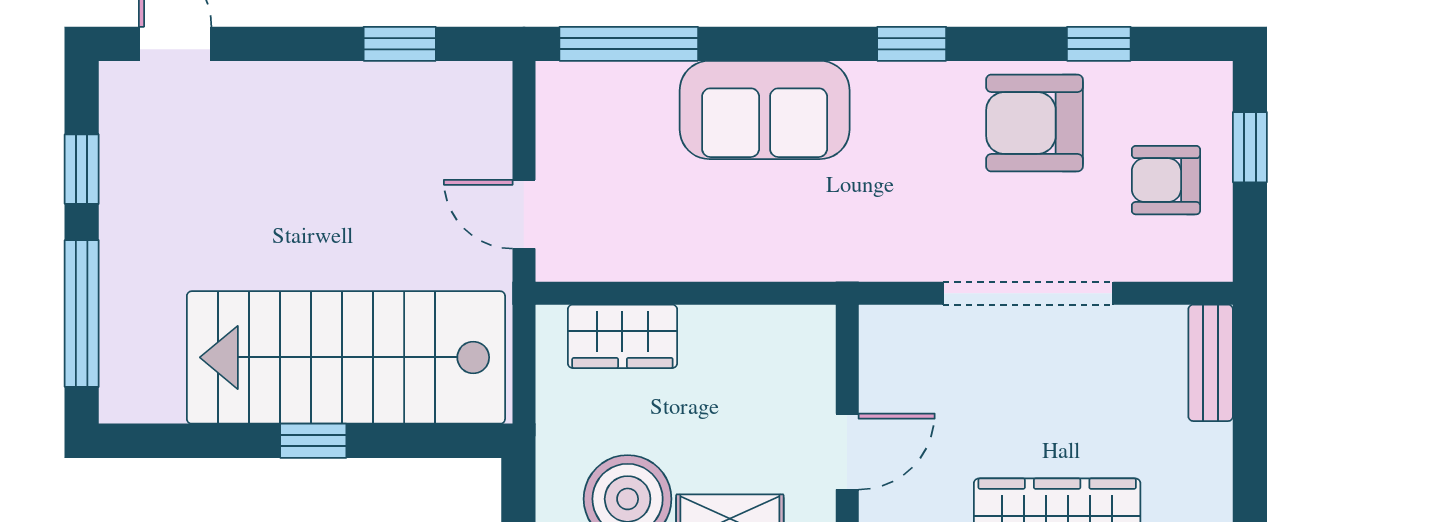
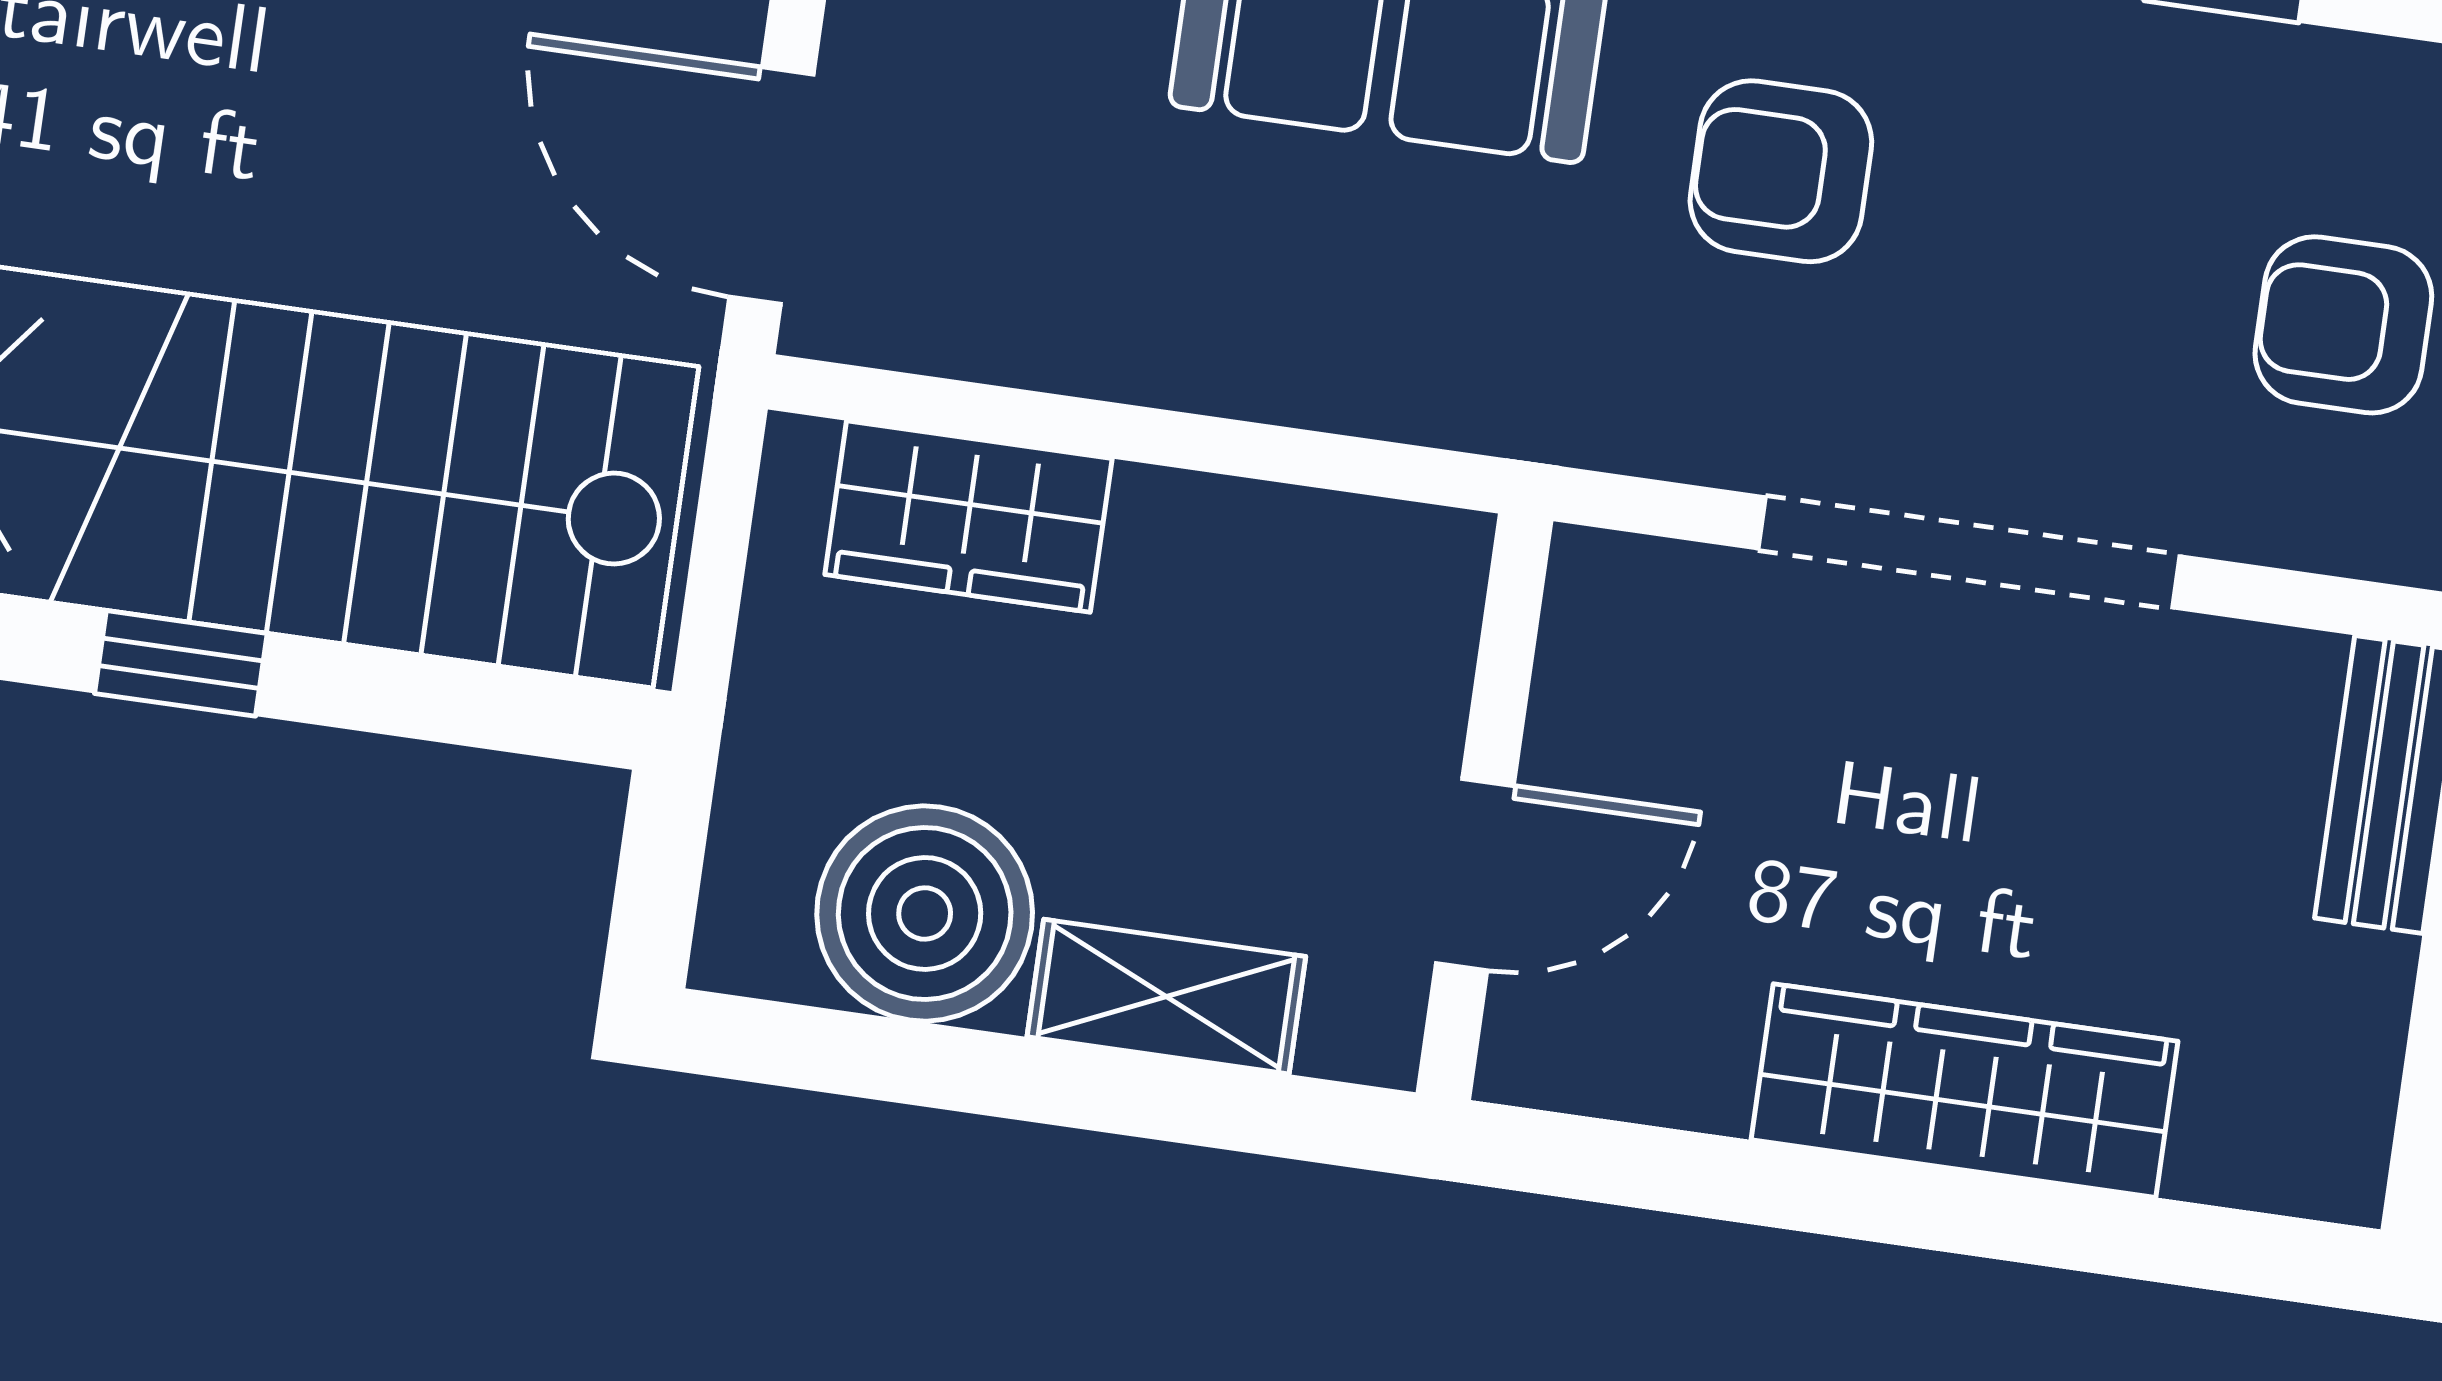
armchair: (1034, 123) -> (1781, 171), moved, width x0.72, depth x0.72
door: (524, 214) -> (771, 186), width x1.38

